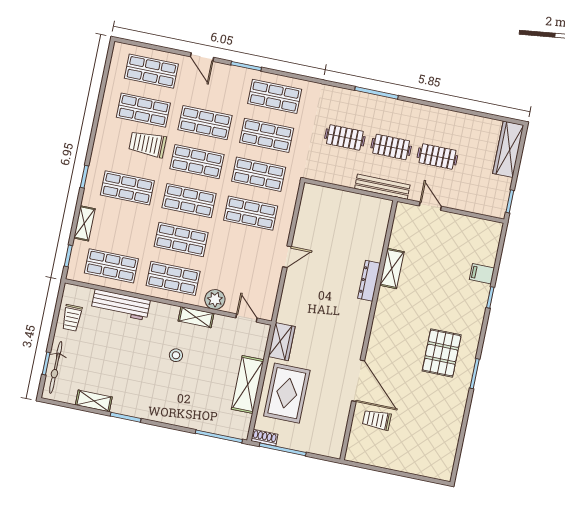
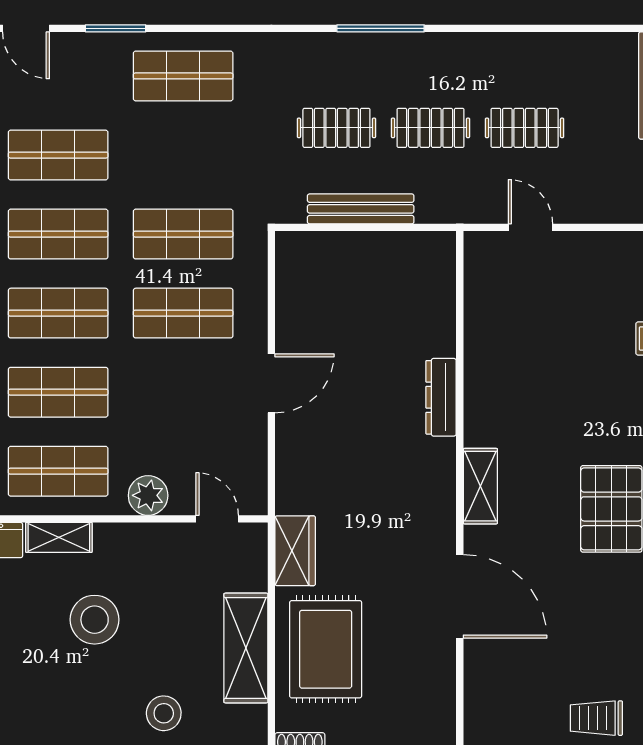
shop shelf: (267, 135) -> (183, 155), removed
bench: (382, 187) -> (361, 209), moved
door: (287, 257) -> (271, 383), width x1.38
shelving: (392, 268) -> (480, 486), moved
shelving: (196, 317) -> (59, 537), moved
stool: (176, 355) -> (95, 620), width x1.89, depth x1.89
stool: (201, 408) -> (164, 713), added
trolley: (377, 420) -> (596, 718), moved

